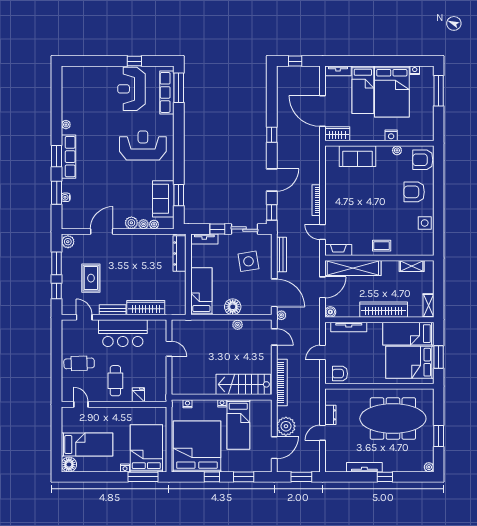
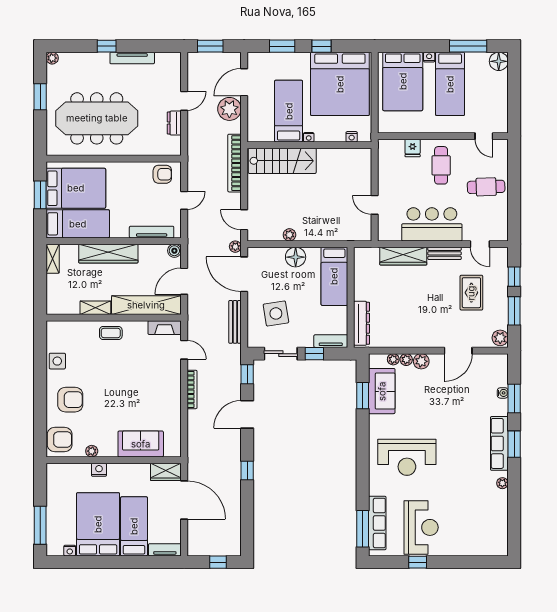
shelving: (412, 266) -> (95, 308), moved
bed: (87, 445) -> (450, 84), moved, turned -90
window: (143, 477) -> (468, 46), moved

